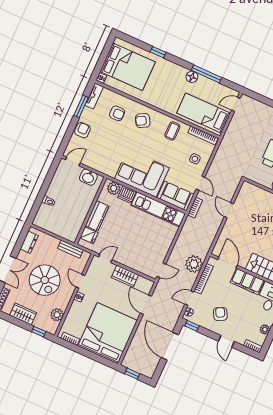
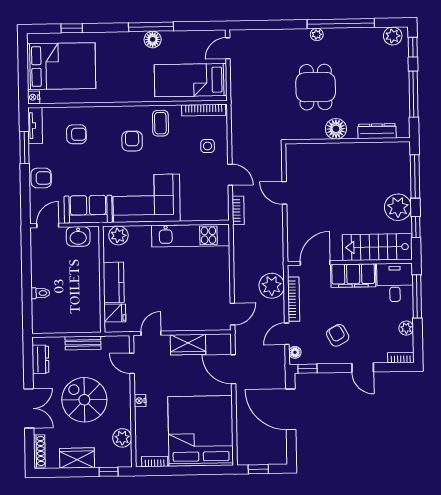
window: (158, 52) -> (72, 28), moved
window: (206, 74) -> (151, 27), moved
armchair: (143, 121) -> (132, 141), moved, turned 120
armchair: (83, 130) -> (41, 178), turned 90
dishwasher: (127, 194) -> (140, 235), removed
sofa: (176, 196) -> (88, 209), moved
bench: (70, 249) -> (83, 343), moved
door: (227, 263) -> (315, 263), hinge flipped
spiral stairs: (45, 280) -> (84, 400), turned 180
door: (80, 281) -> (132, 363), moved

